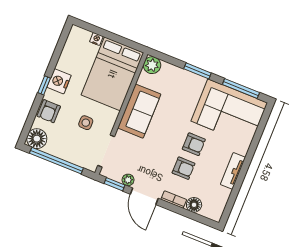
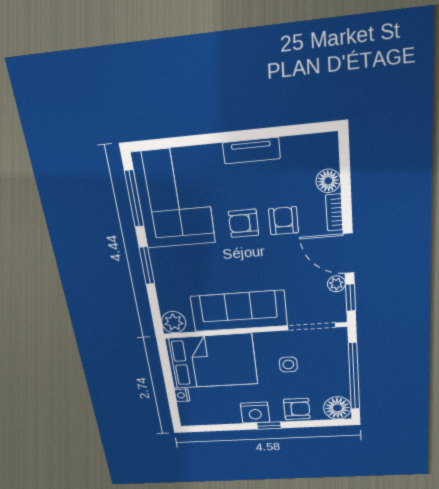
sofa: (139, 111) -> (239, 311), width x1.36
armchair: (194, 144) -> (244, 223), turned -90
door: (144, 196) -> (349, 253), swing flipped

